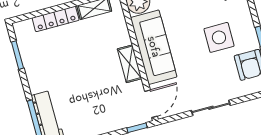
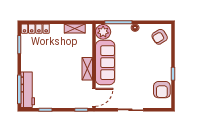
locker: (56, 19) -> (35, 29), moved
side table: (219, 37) -> (147, 67), removed

